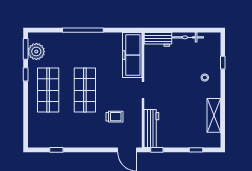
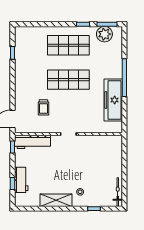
bicycle: (188, 37) -> (118, 192), moved
workbench: (158, 39) -> (21, 180), moved, turned 180
freezer: (132, 55) -> (113, 100), moved, turned -90
shelving: (214, 115) -> (56, 200), moved

